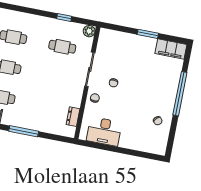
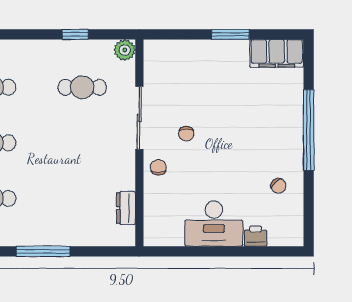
desk: (104, 131) -> (214, 224), moved
printer: (140, 145) -> (256, 236), added

